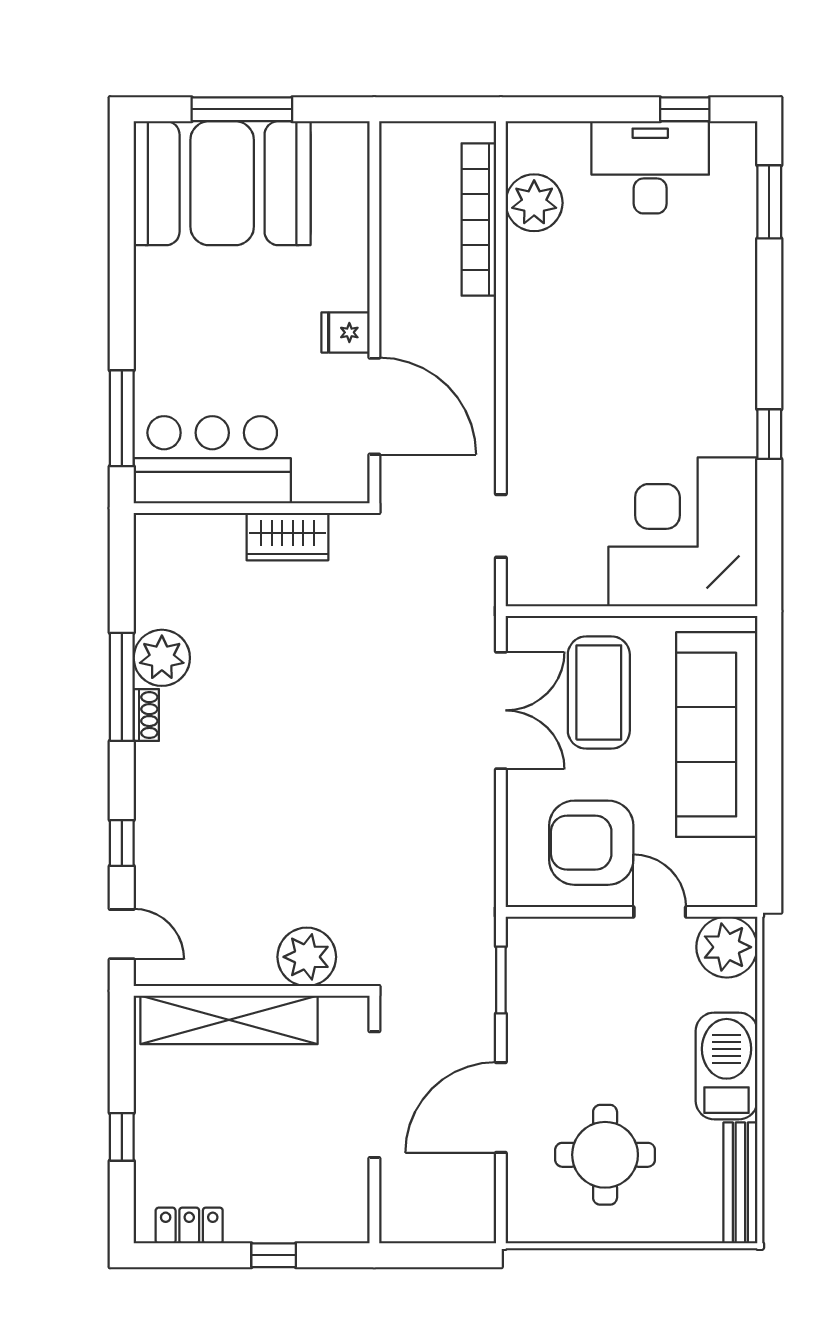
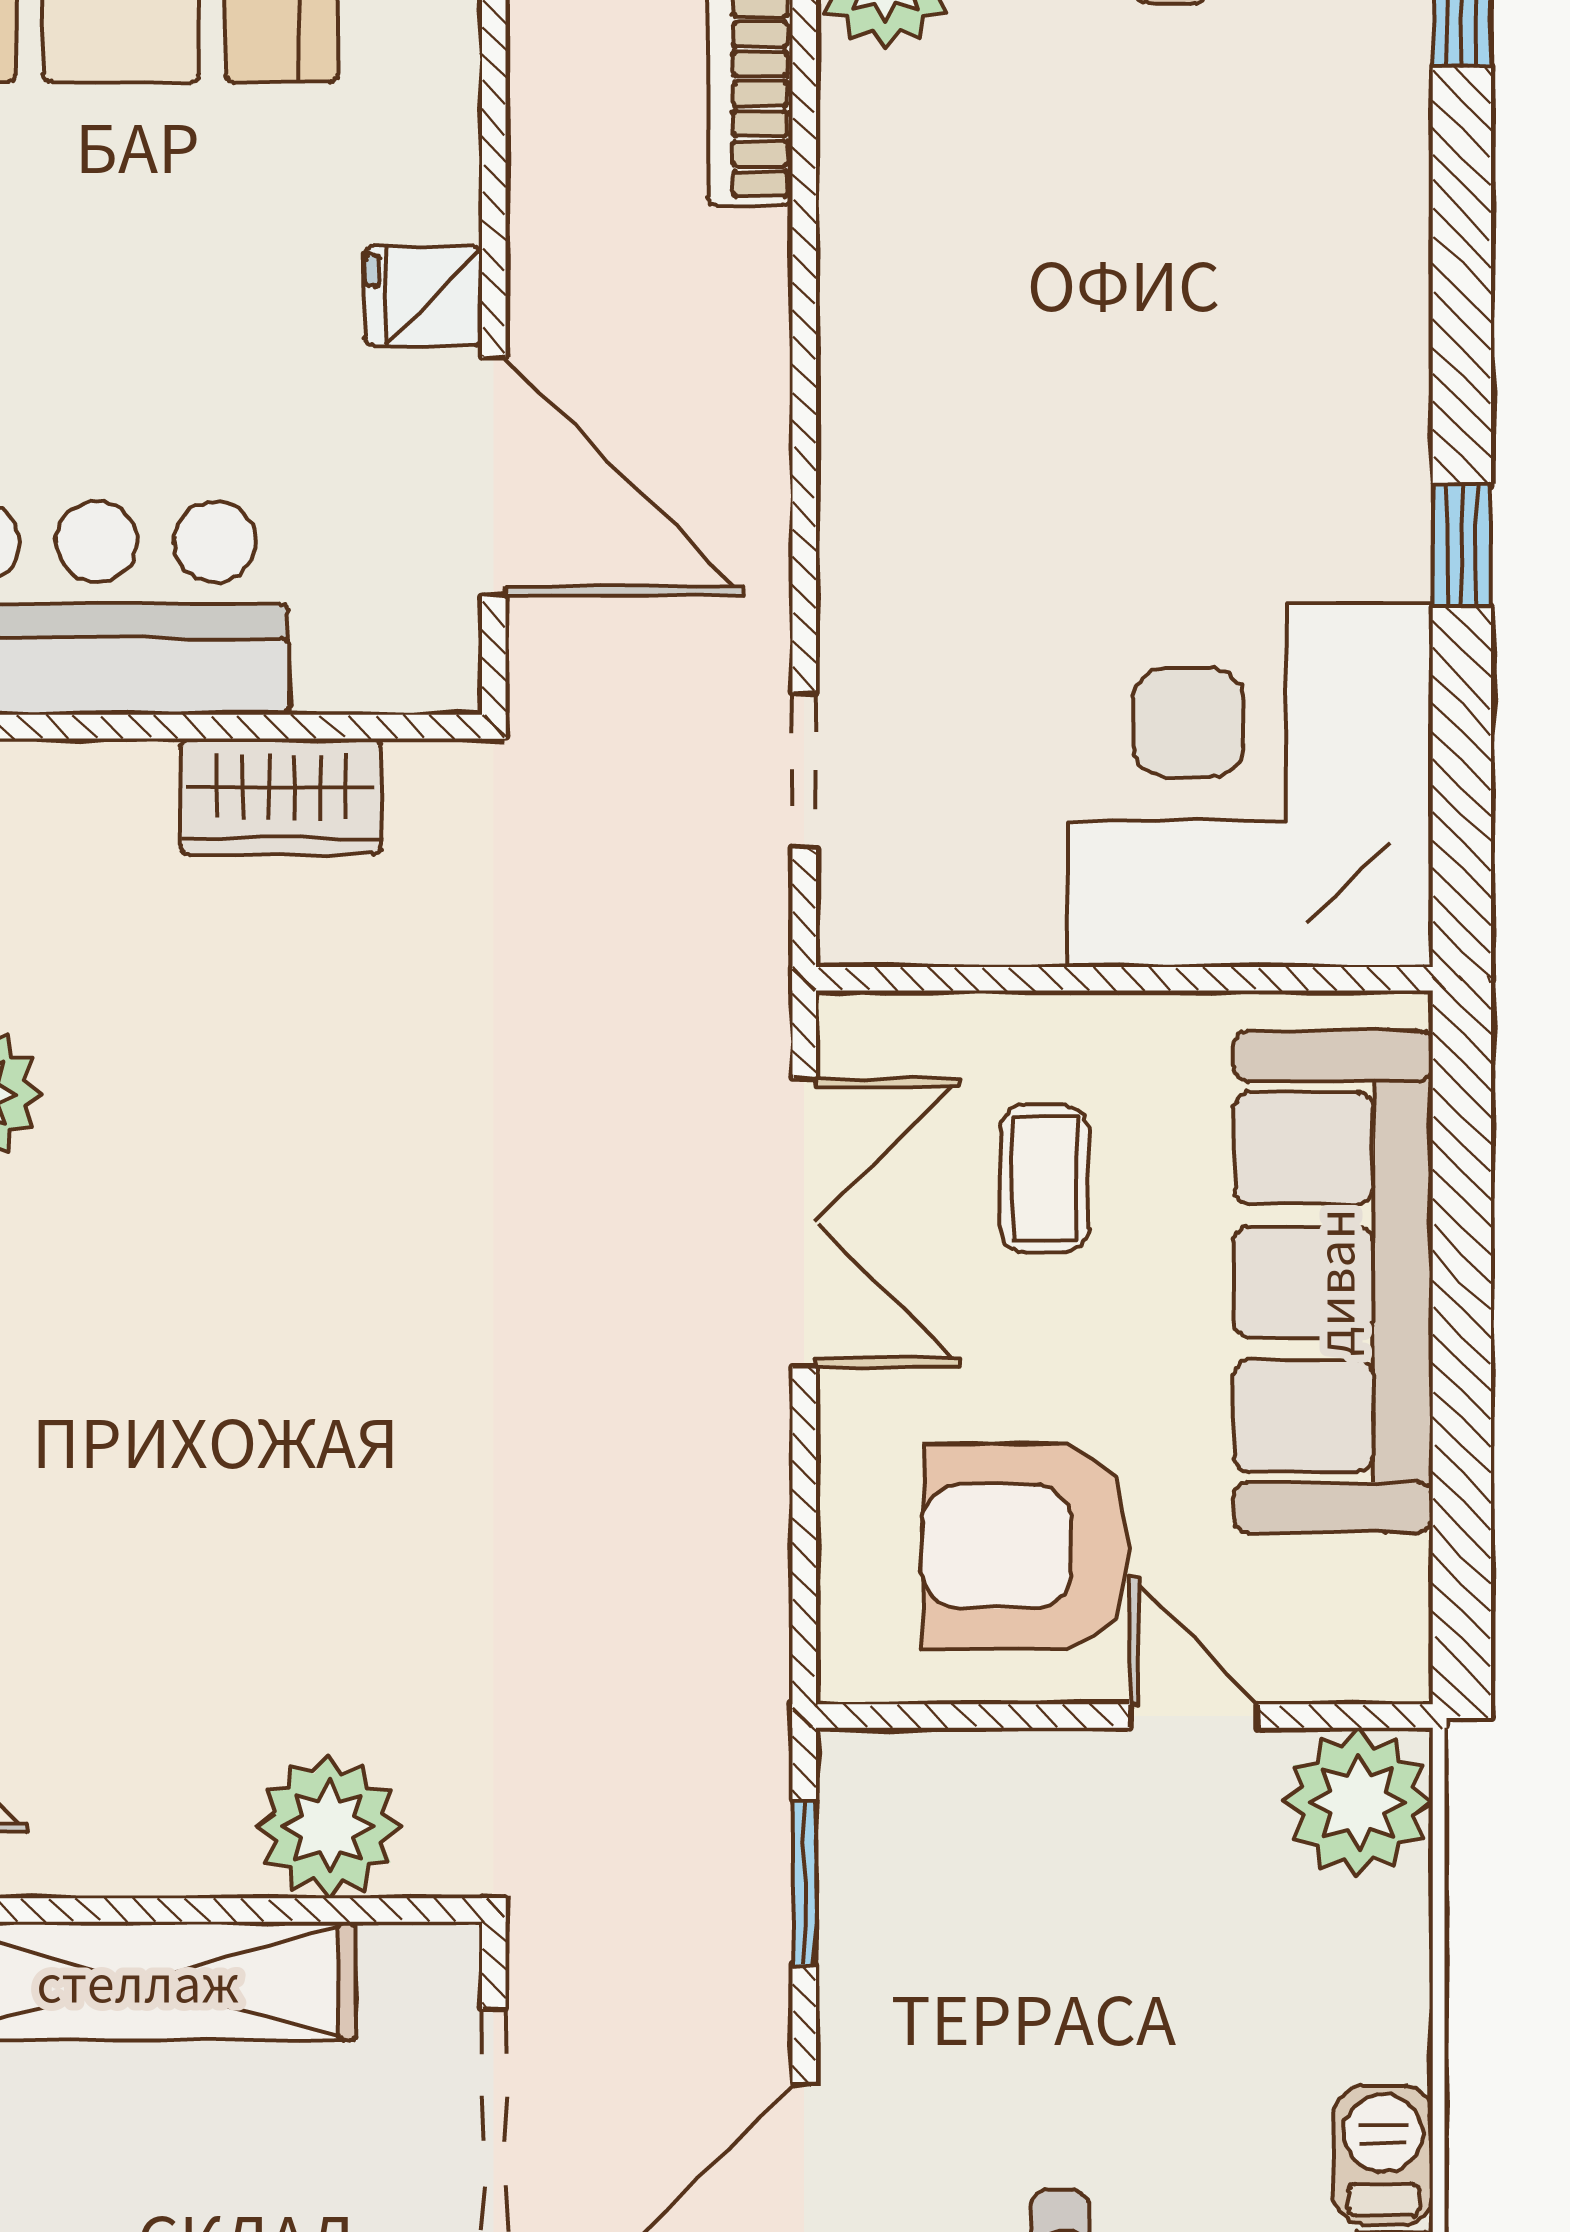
coffee table: (599, 693) -> (1044, 1179), width x0.54, depth x0.58
barbecue: (727, 1066) -> (1383, 2155), width x0.53, depth x0.65

